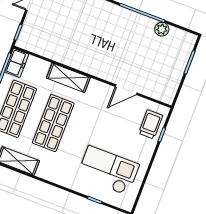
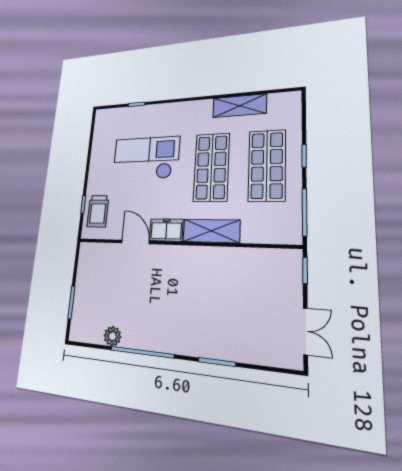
freezer: (17, 63) -> (166, 230), moved, turned 90
door: (126, 90) -> (135, 242), hinge flipped
checkout: (108, 171) -> (146, 158), moved, turned 180

